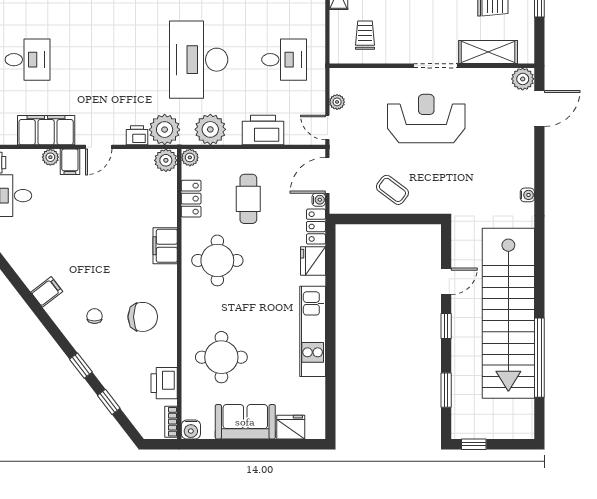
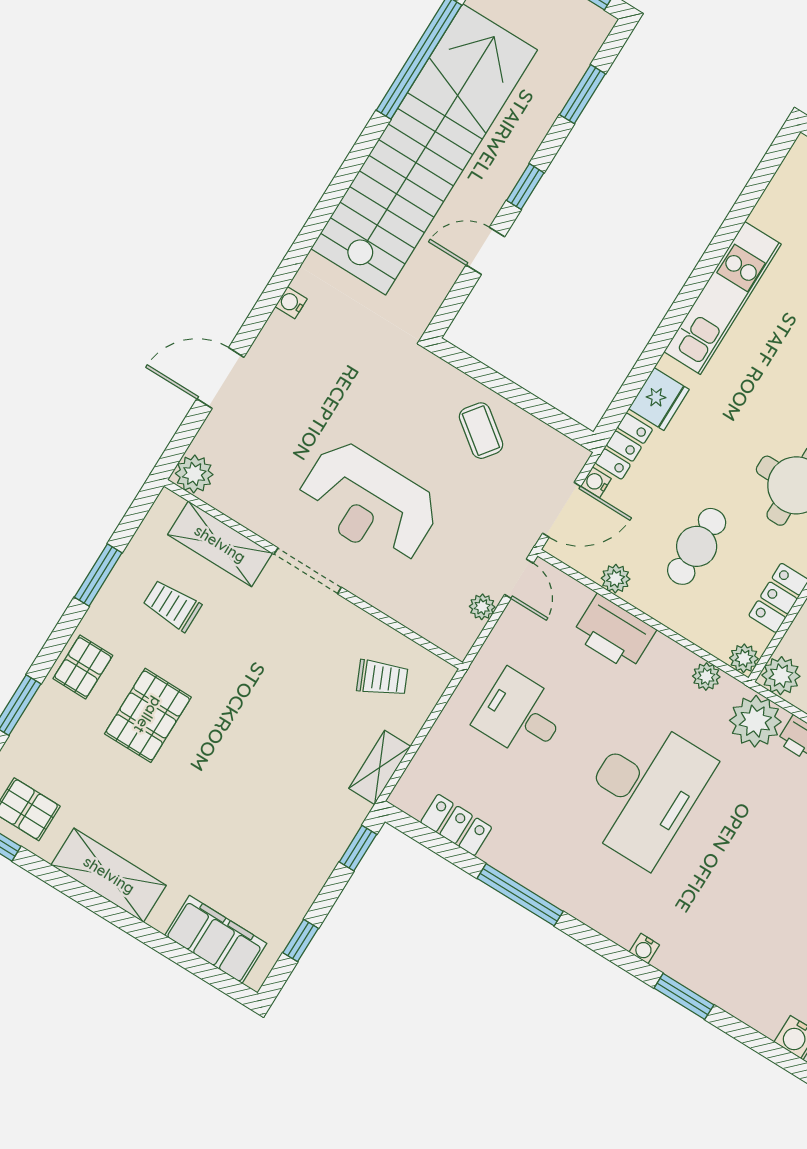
trolley: (365, 35) -> (382, 678), turned -114
door: (539, 108) -> (220, 378), moved
plant: (210, 129) -> (706, 676), width x0.53, depth x0.53
plant: (279, 157) -> (616, 579), added

